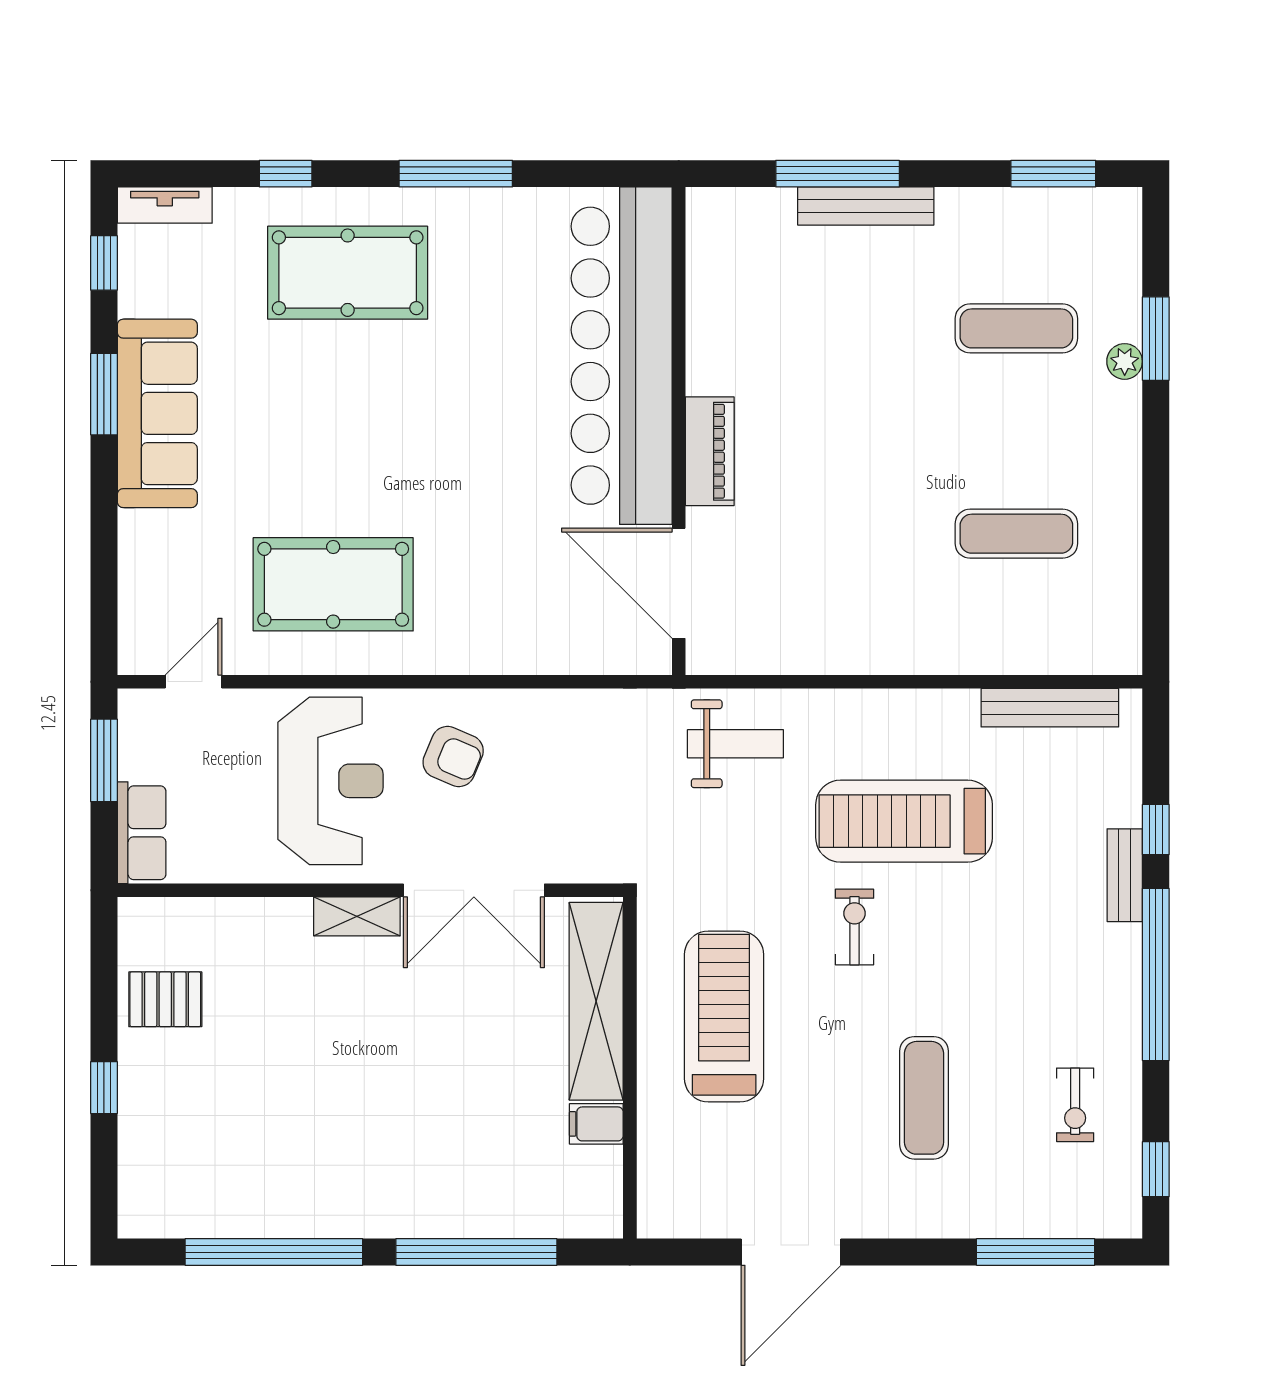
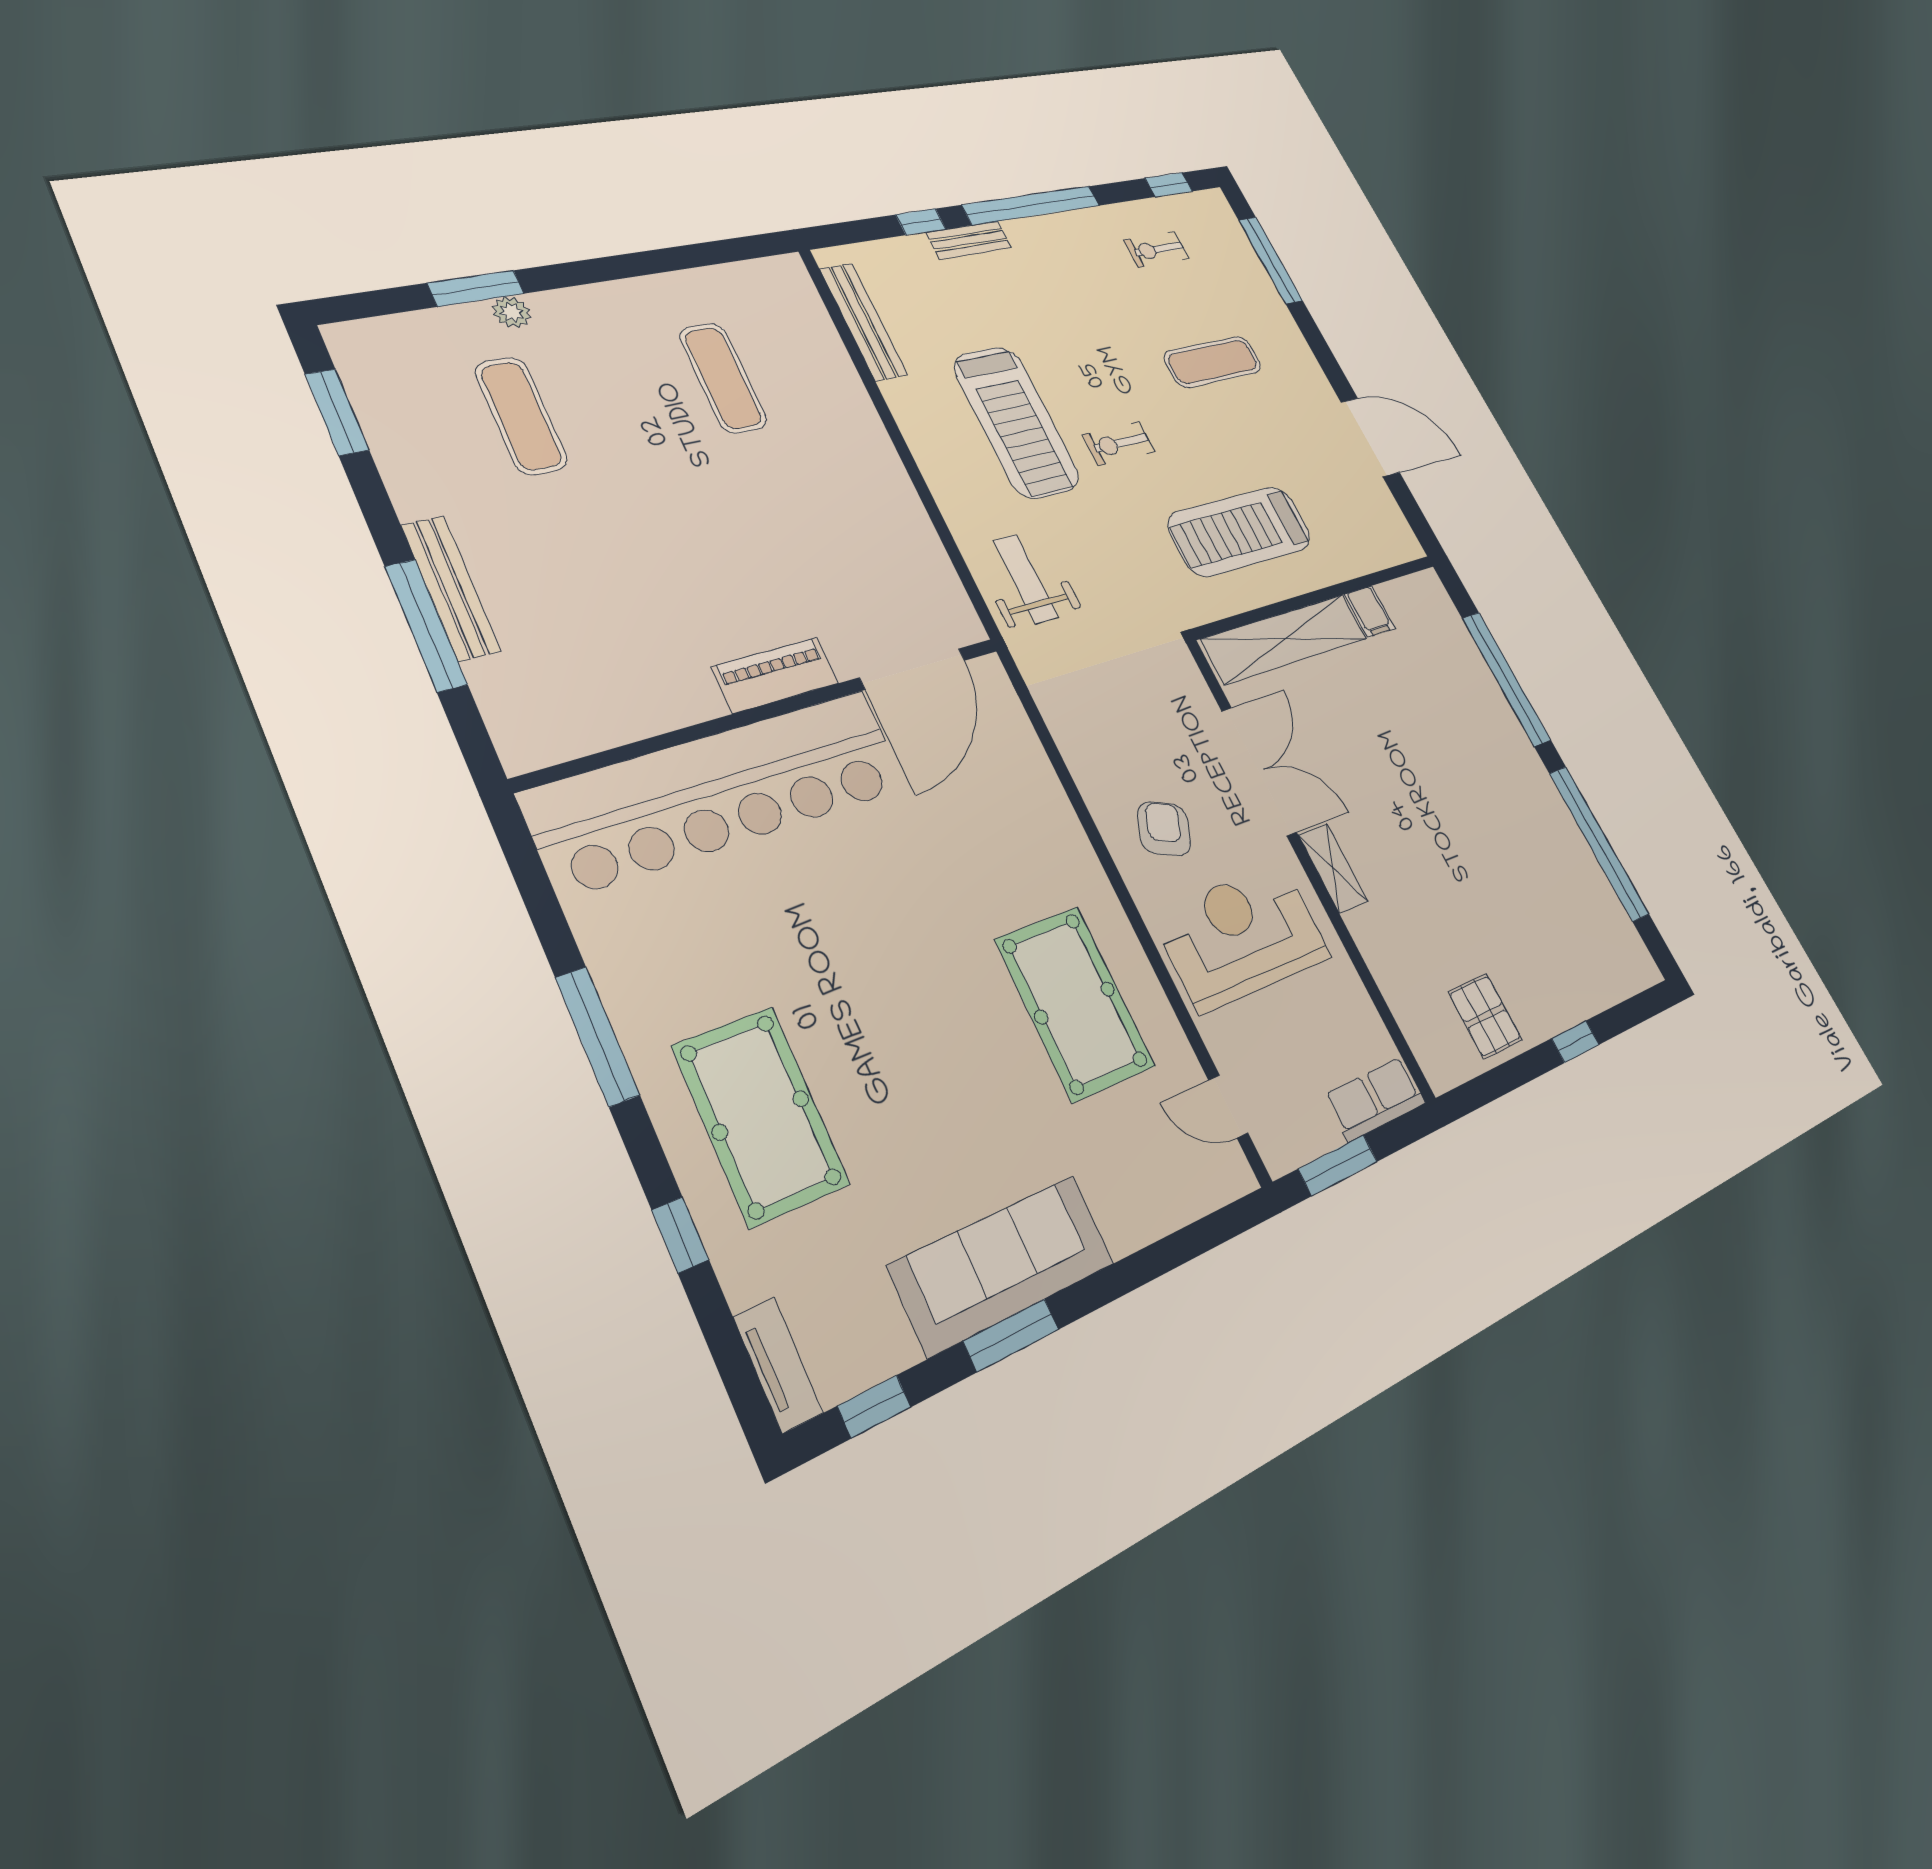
exercise bike: (1075, 1105) -> (1157, 249), turned 180

